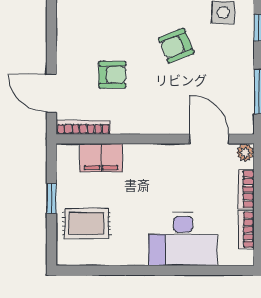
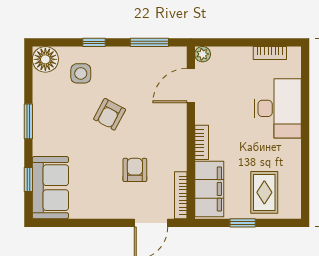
armchair: (176, 46) -> (110, 114), turned 50
filing cabinet: (101, 158) -> (209, 189), width x1.50, depth x1.17
bookcase: (246, 189) -> (202, 142), moved, turned -90

